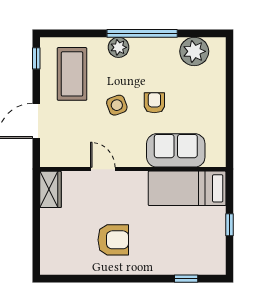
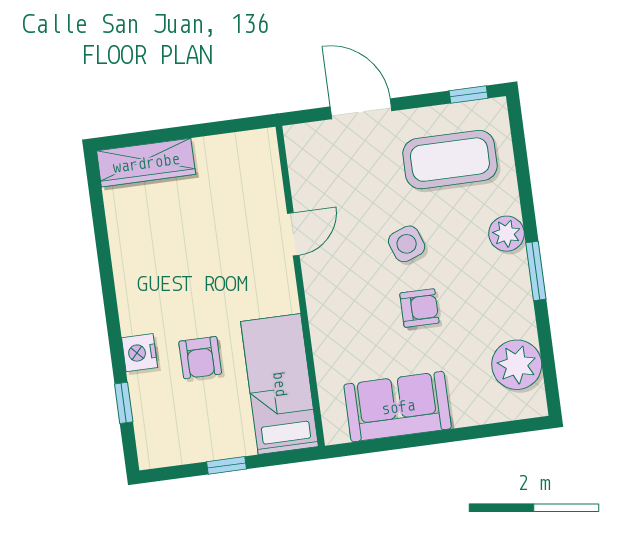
window: (142, 33) -> (536, 271), width x0.47
sofa: (176, 150) -> (398, 407), moved, turned -90
wardrobe: (51, 189) -> (146, 163), moved, width x1.50
armchair: (113, 240) -> (200, 358), moved, width x0.72, depth x0.72
nightstand: (159, 266) -> (140, 353), added

